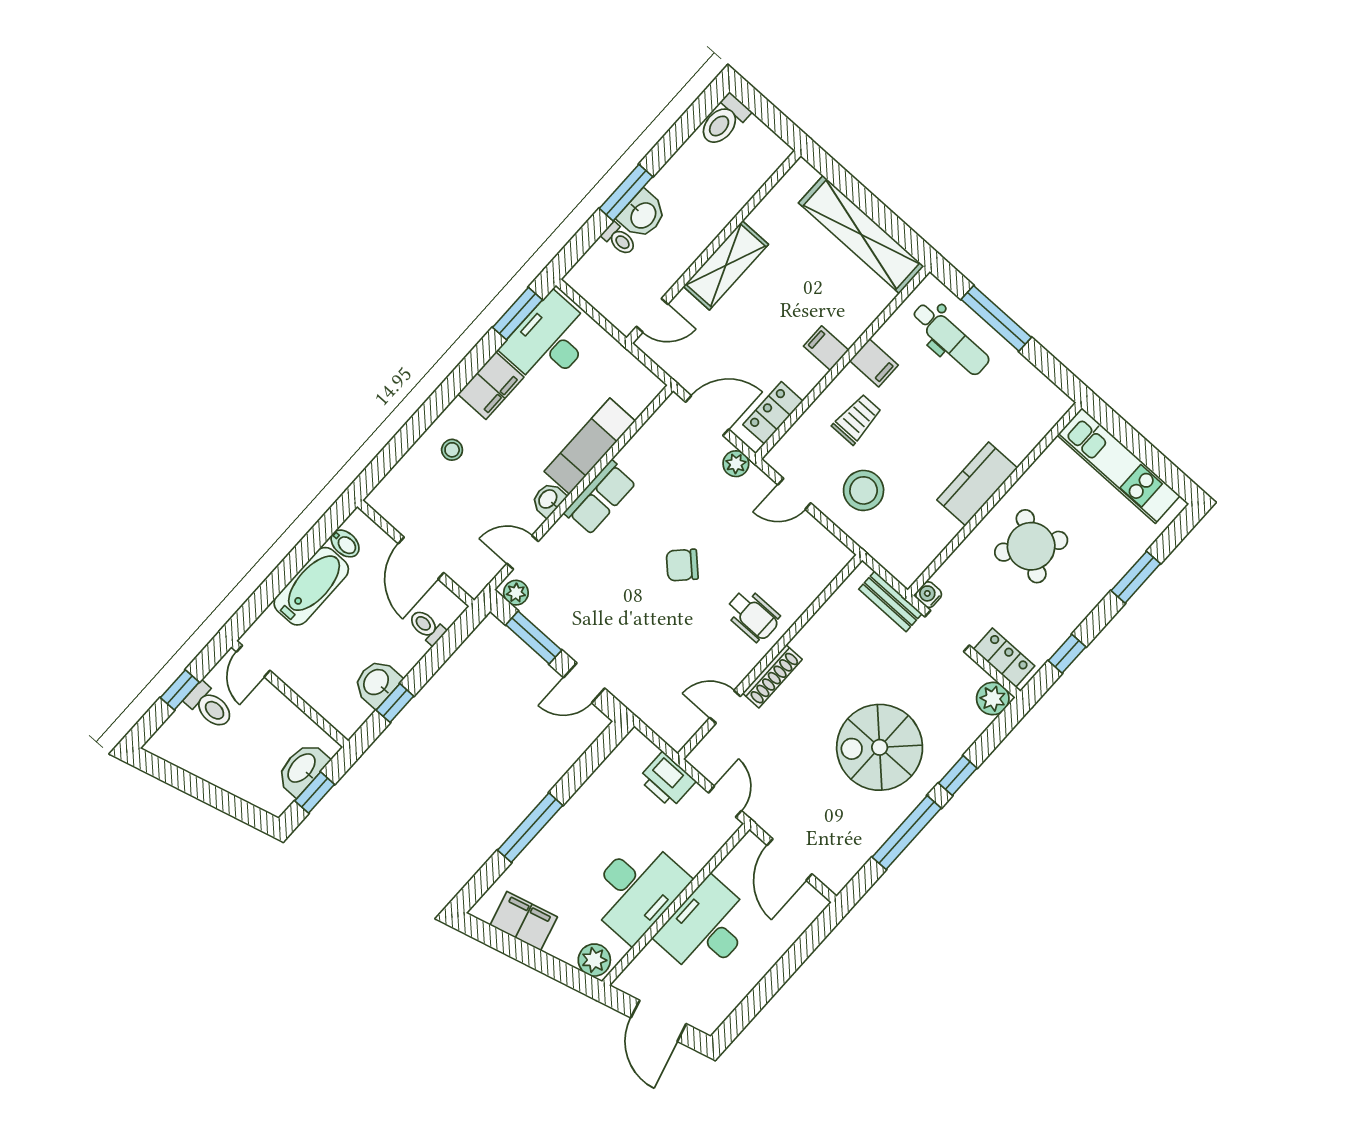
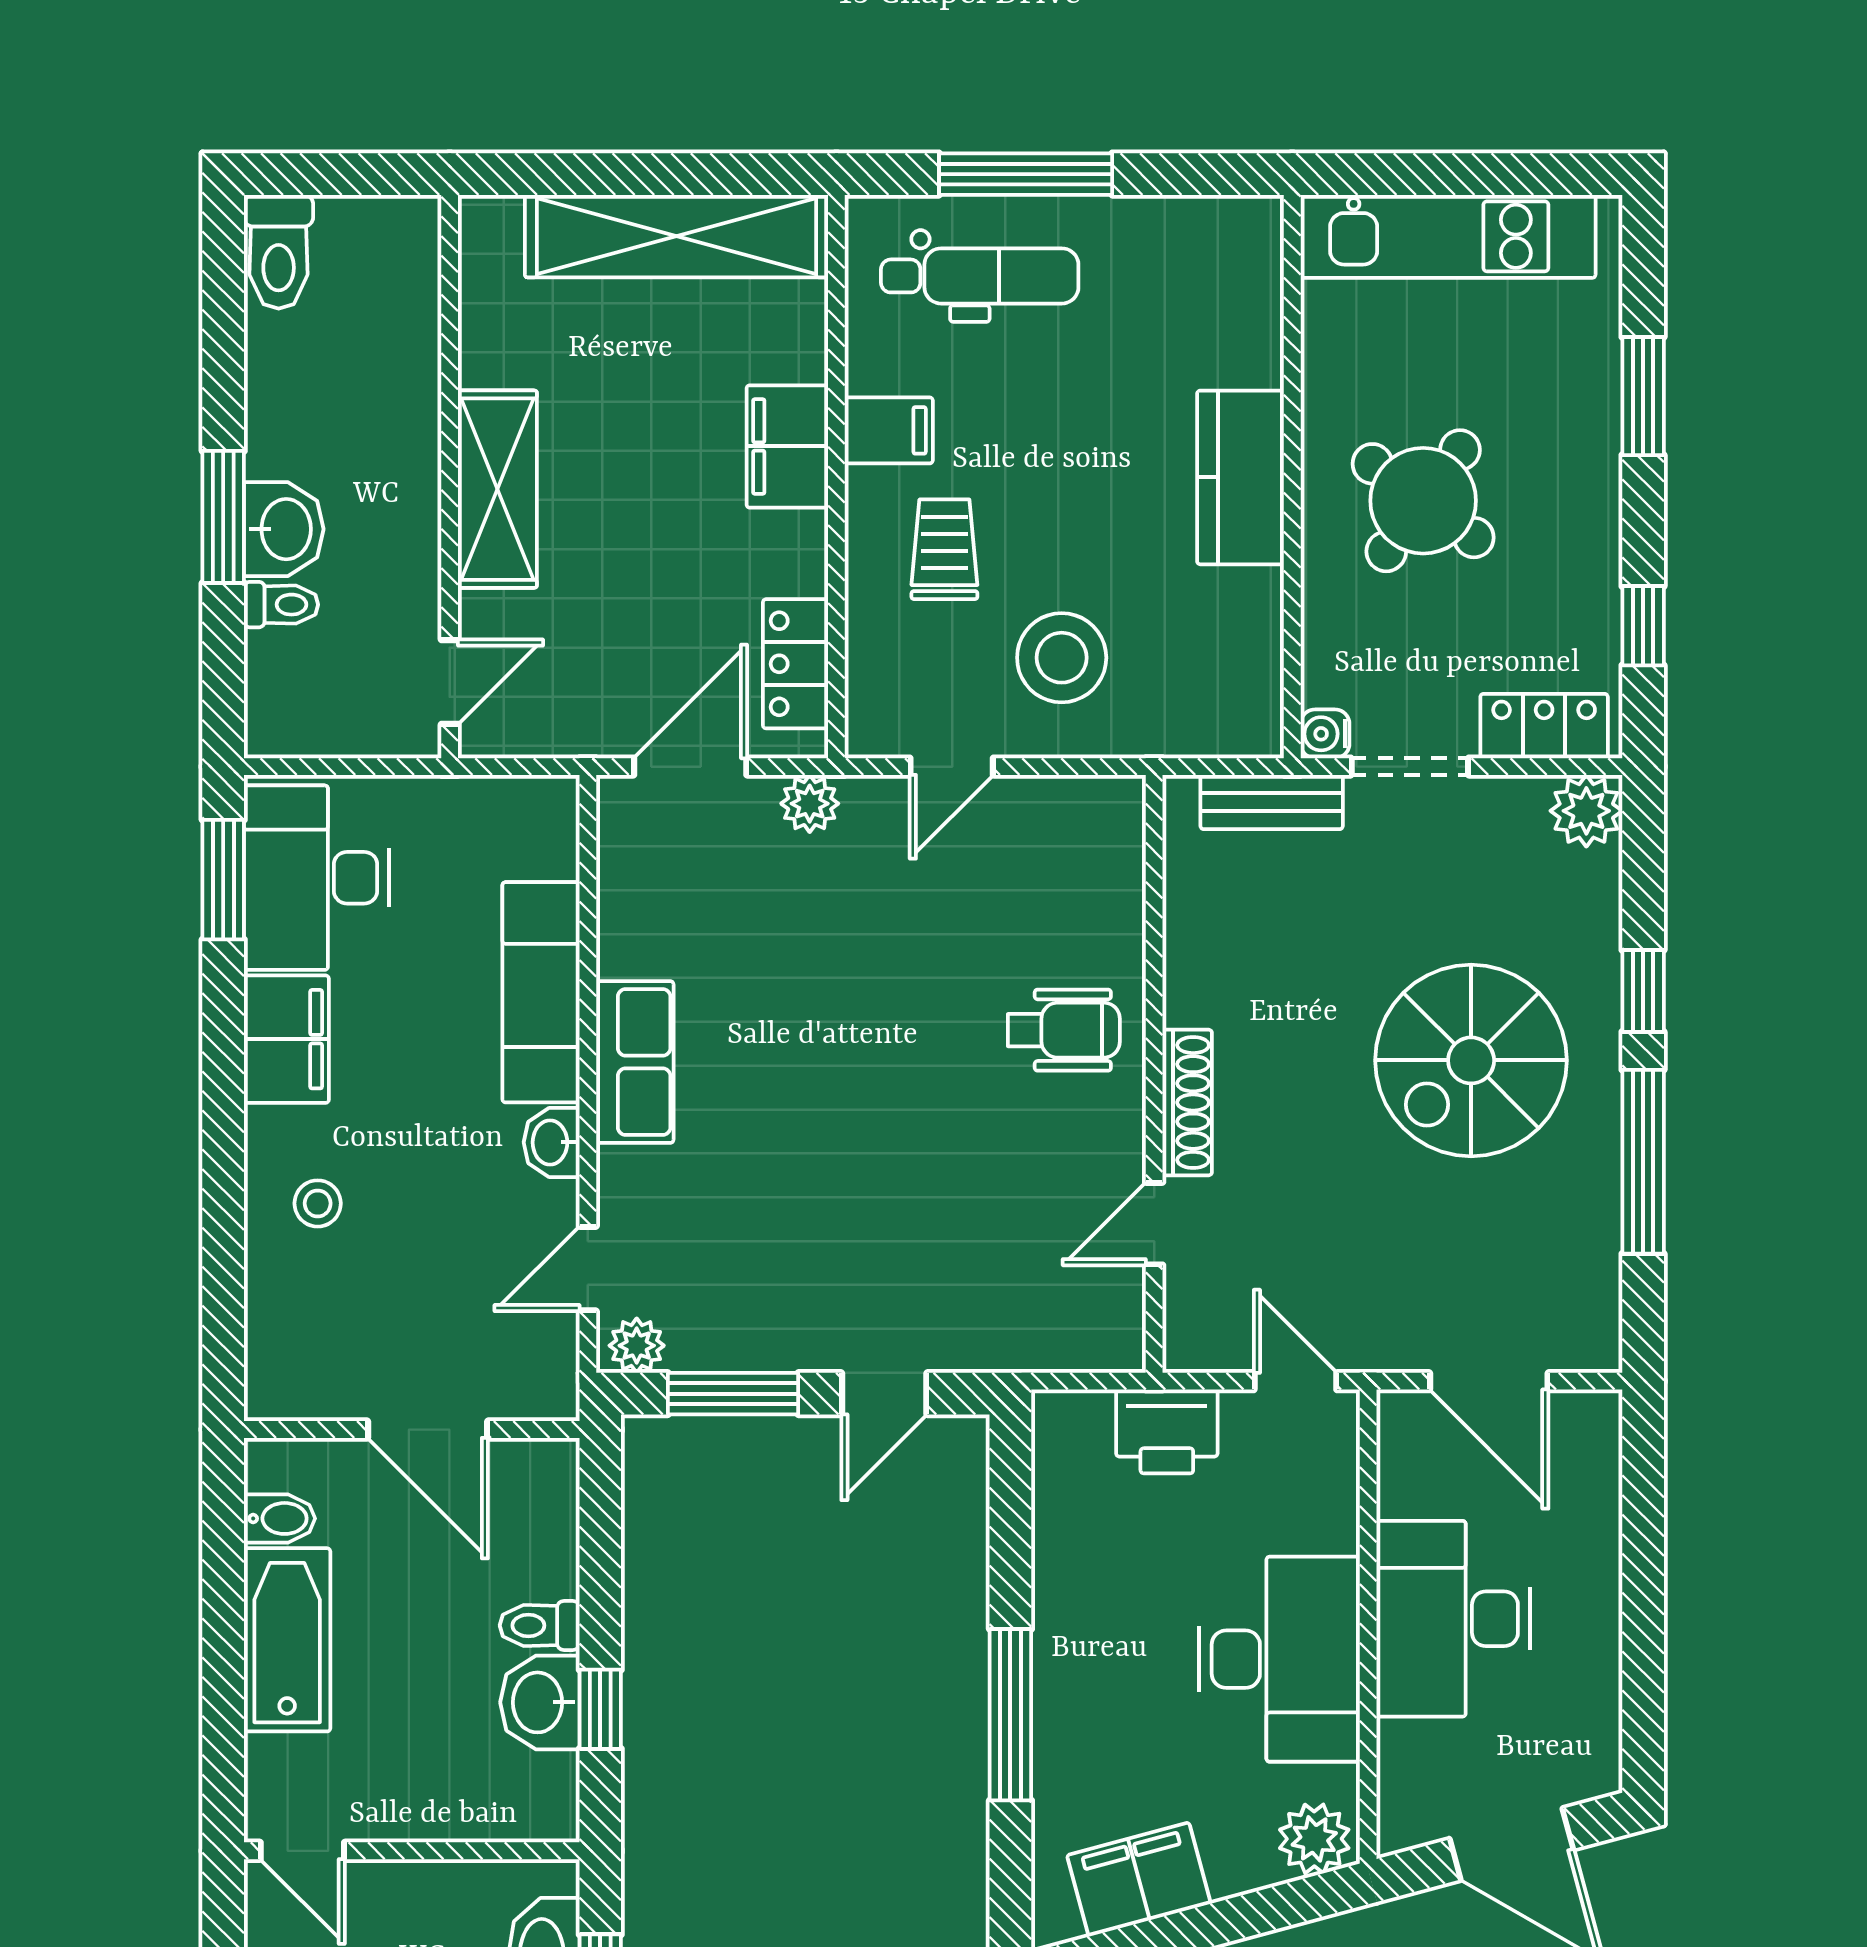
filing cabinet: (826, 348) -> (787, 446), width x2.00
chair: (682, 565) -> (872, 1052), removed
toilet: (427, 627) -> (540, 1625), moved

